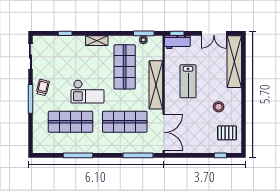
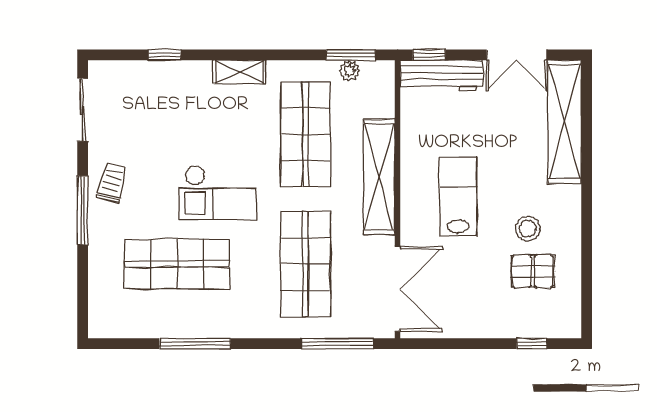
workbench: (177, 42) -> (442, 76), width x1.38
lab bench: (188, 81) -> (458, 196), moved, turned 180
shop shelf: (125, 122) -> (305, 264), turned 90
pallet: (227, 133) -> (533, 271), moved

